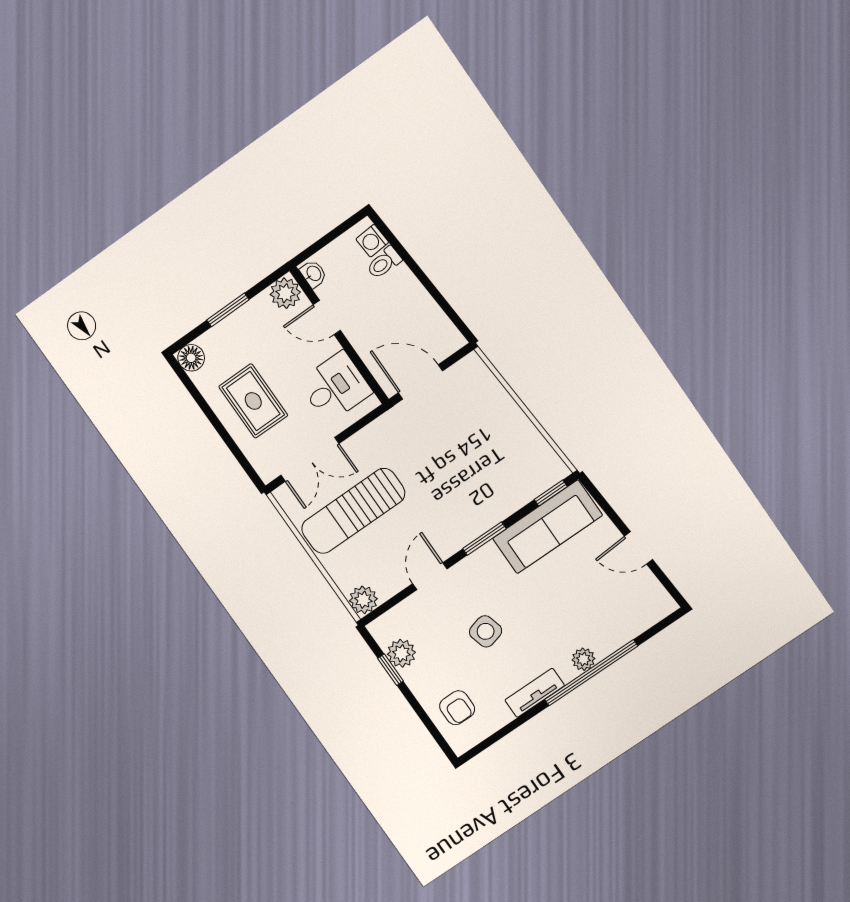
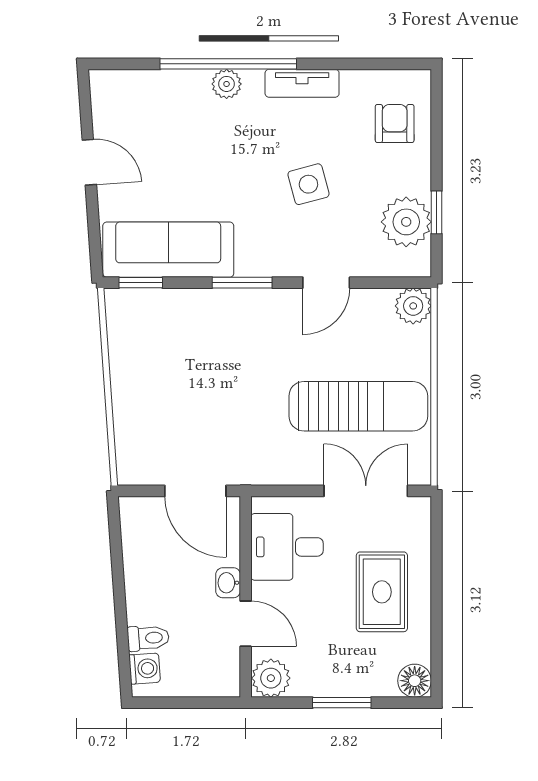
washbasin: (313, 274) -> (228, 583), moved
plant: (401, 653) -> (406, 222), width x1.36, depth x1.36

